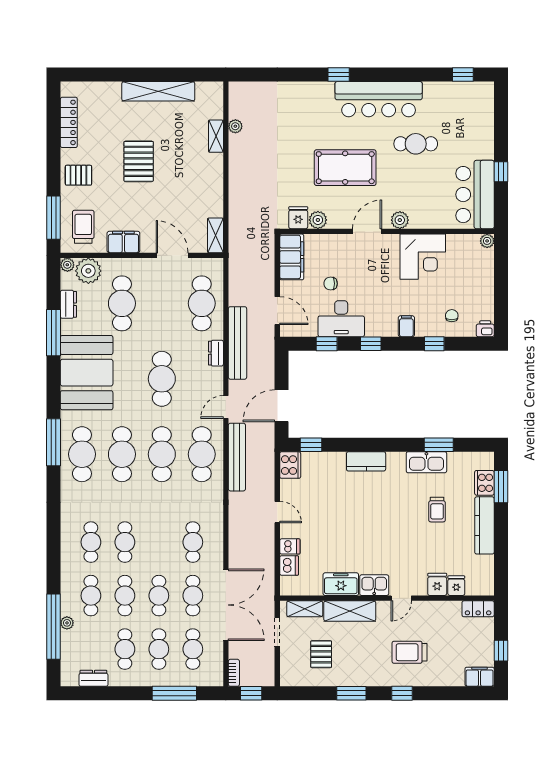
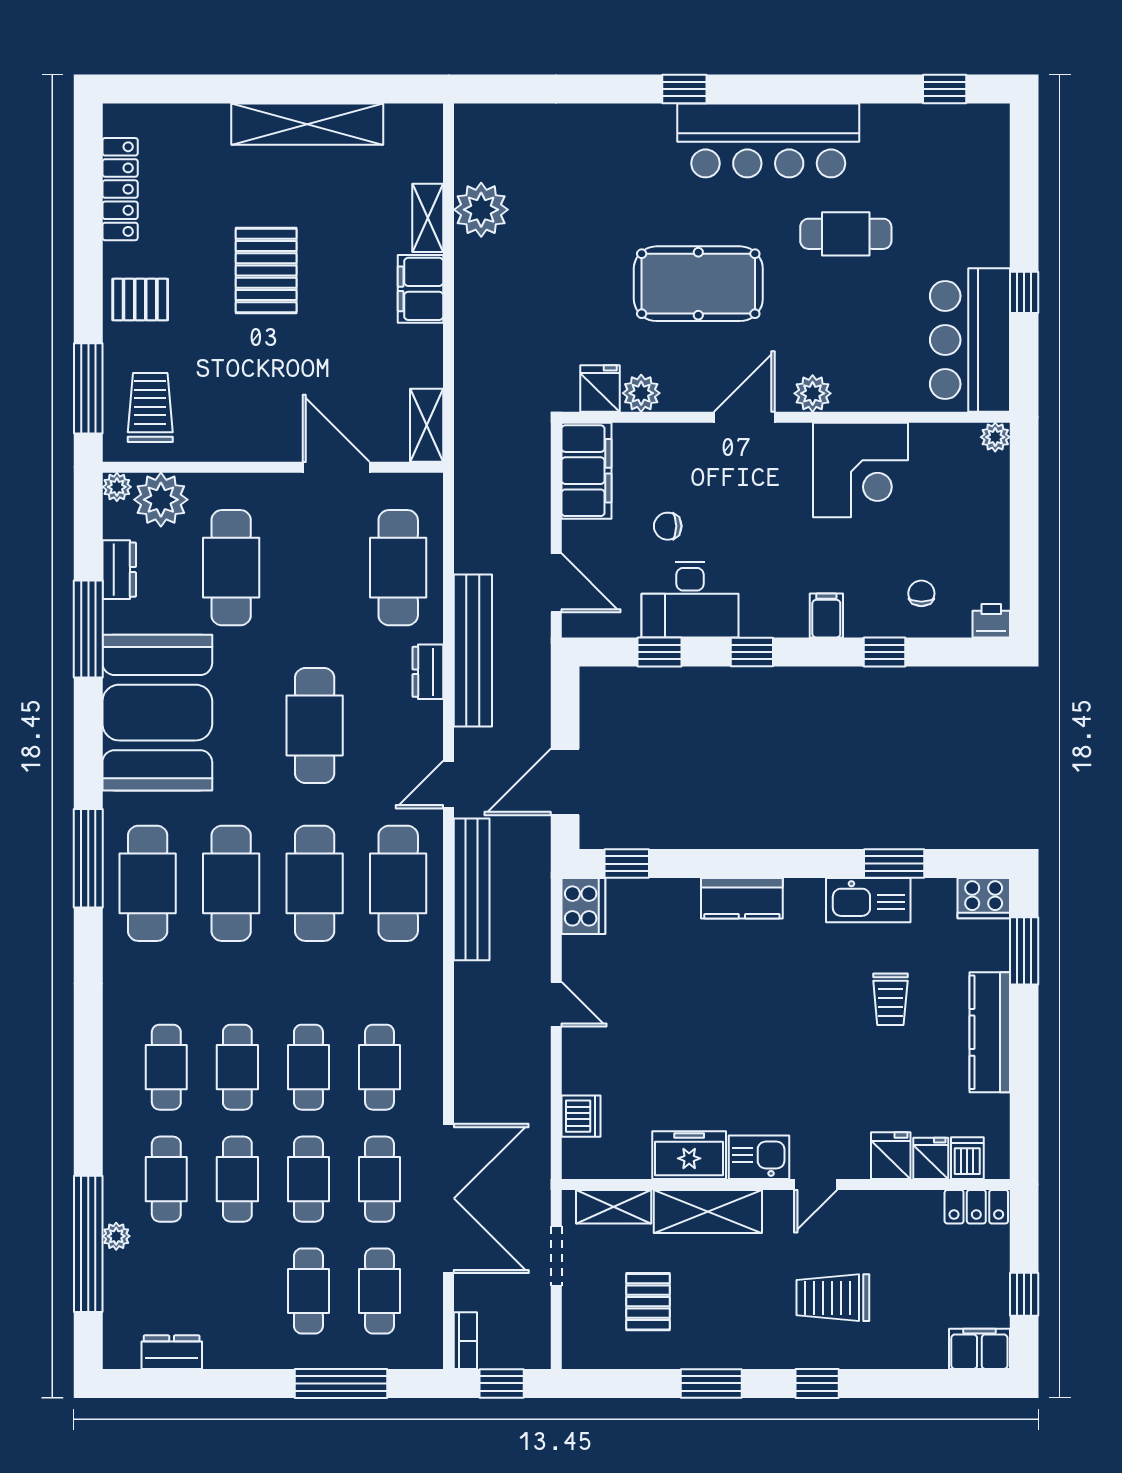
plant: (235, 126) -> (481, 210), width x1.88, depth x1.88
filing cabinet: (123, 242) -> (421, 289), moved, turned -90
cooker: (484, 483) -> (984, 898), moved, turned -90
dishwasher: (290, 546) -> (967, 1158), moved, turned -90
cafe table: (125, 649) -> (308, 1067), moved

